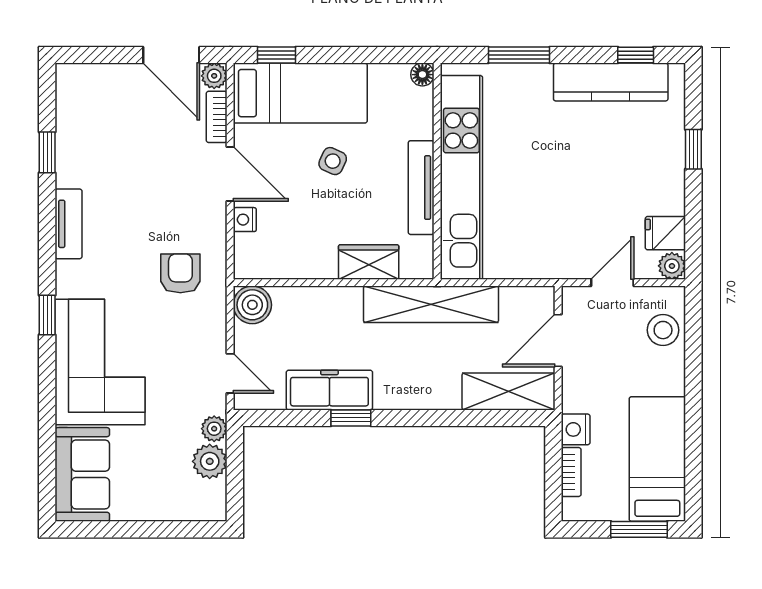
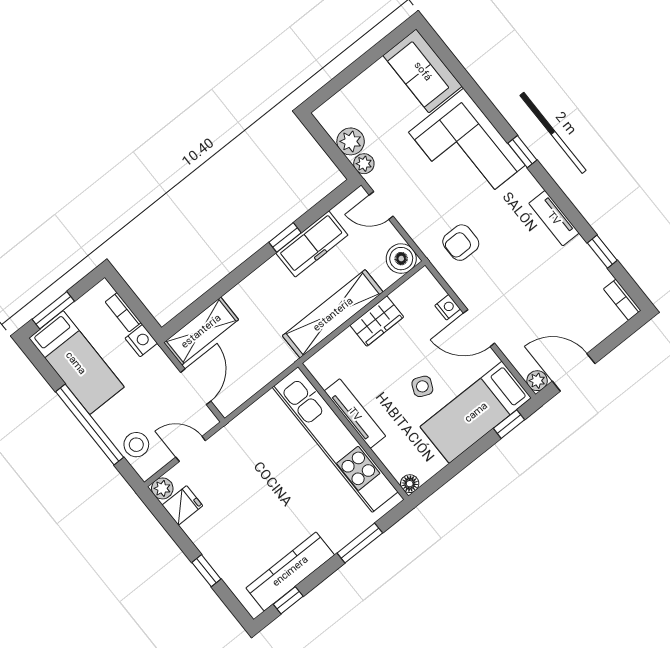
bookcase: (217, 117) -> (622, 300), moved, turned 180
wardrobe: (369, 262) -> (377, 321), moved
armchair: (180, 273) -> (461, 243), turned 90
door: (612, 283) -> (191, 449), swing flipped
shelving: (431, 304) -> (333, 314), moved
window: (693, 387) -> (90, 425), added

